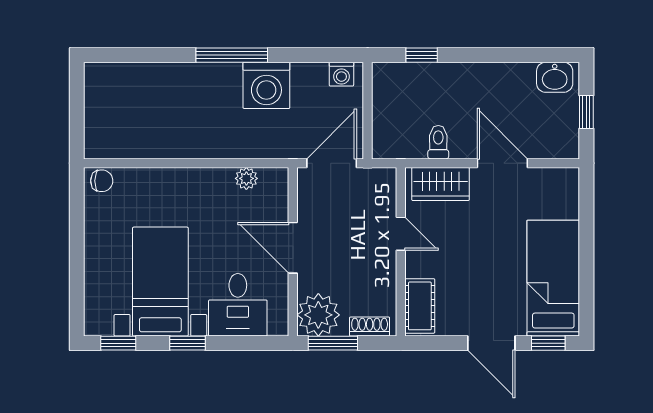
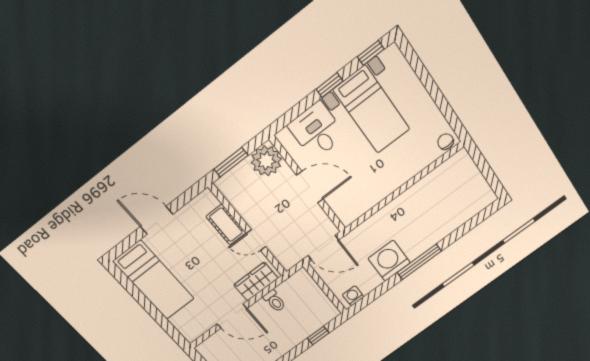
door: (332, 163) -> (323, 248), hinge flipped
plant: (246, 178) -> (364, 205), removed
chair: (102, 181) -> (446, 142), turned 89
cot: (420, 306) -> (226, 225), moved
shoe rack: (370, 327) -> (232, 177), removed
window: (333, 343) -> (231, 162), moved
window: (548, 343) -> (126, 244), removed

